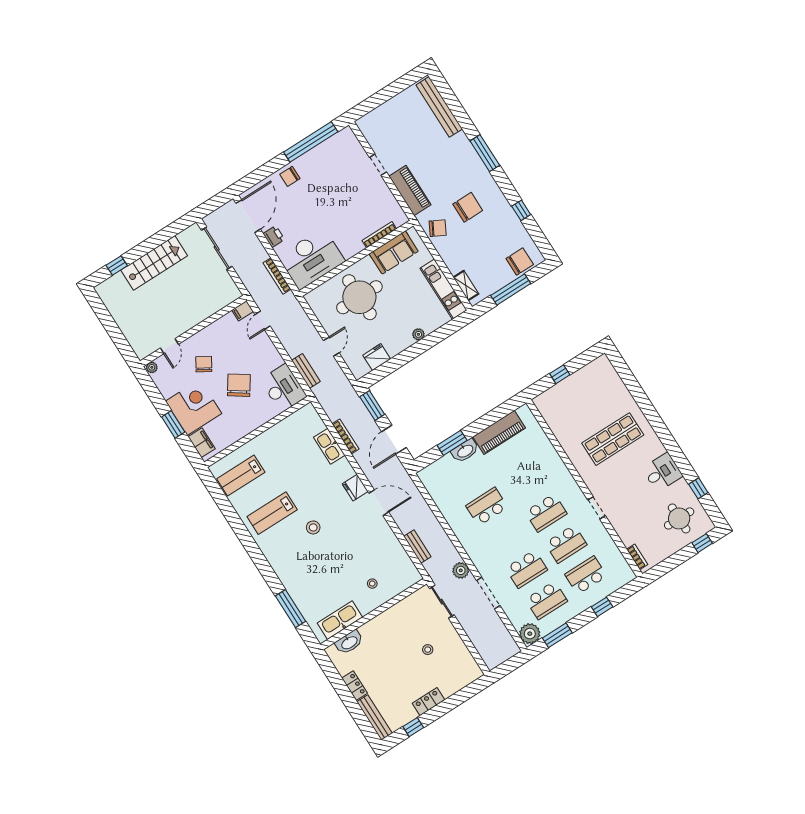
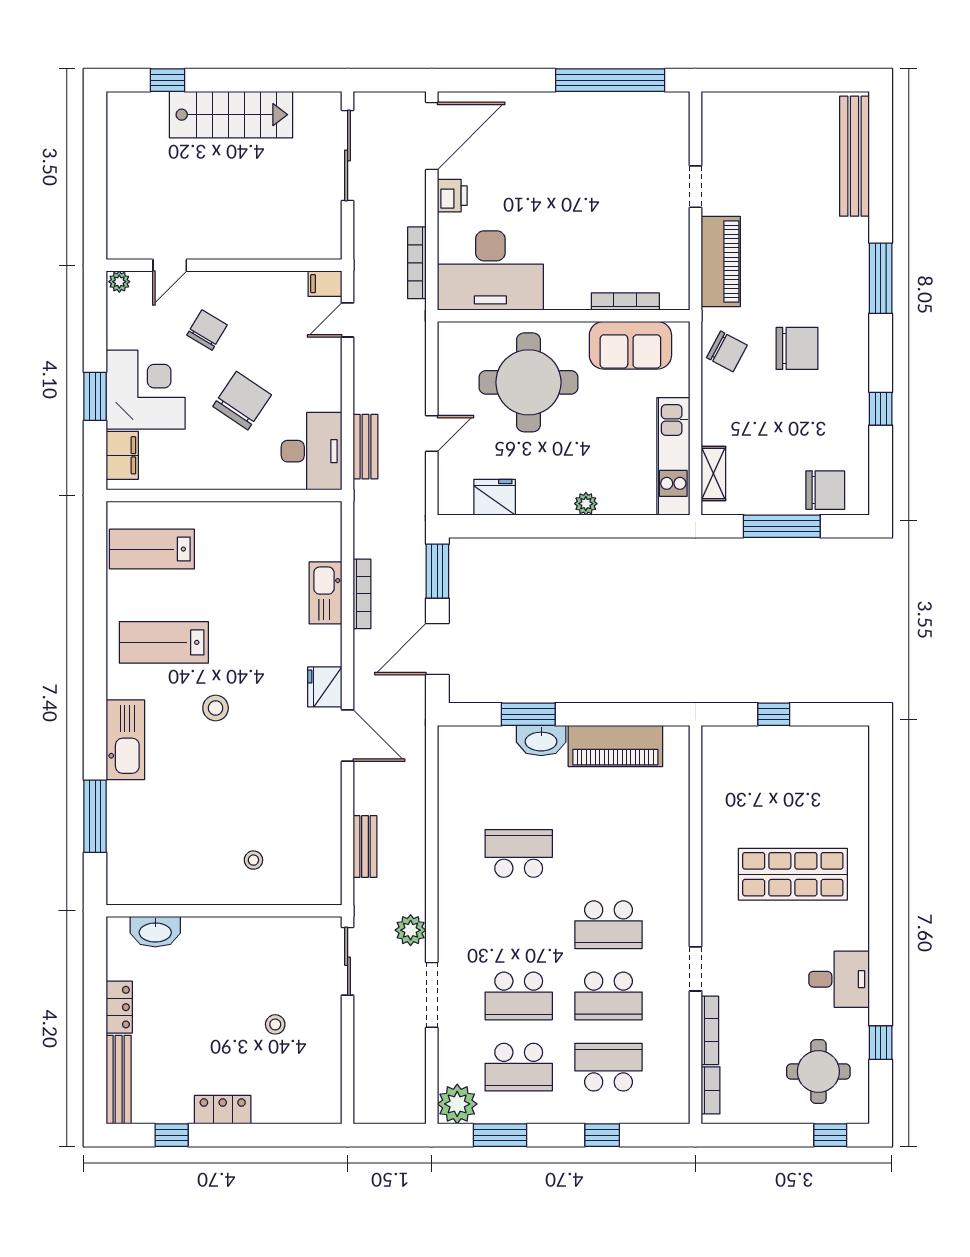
chair: (290, 176) -> (540, 115), removed
bookcase: (620, 531) -> (710, 1030), added
kitchen sink: (340, 620) -> (125, 740), moved, turned 90

